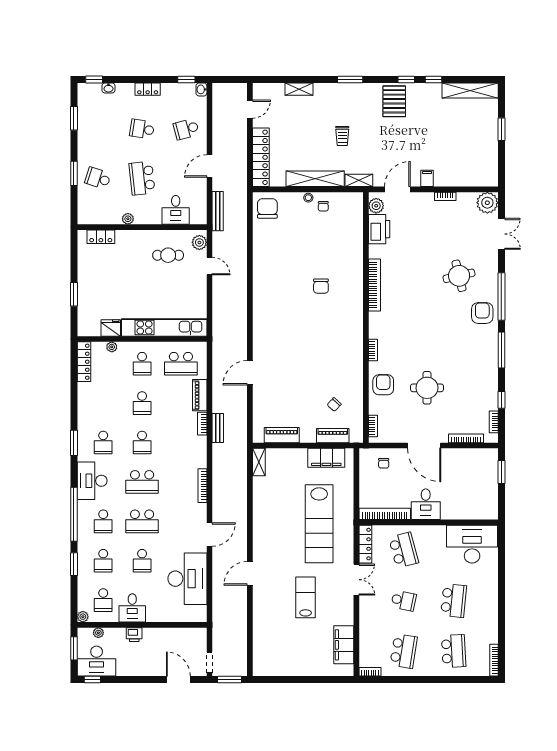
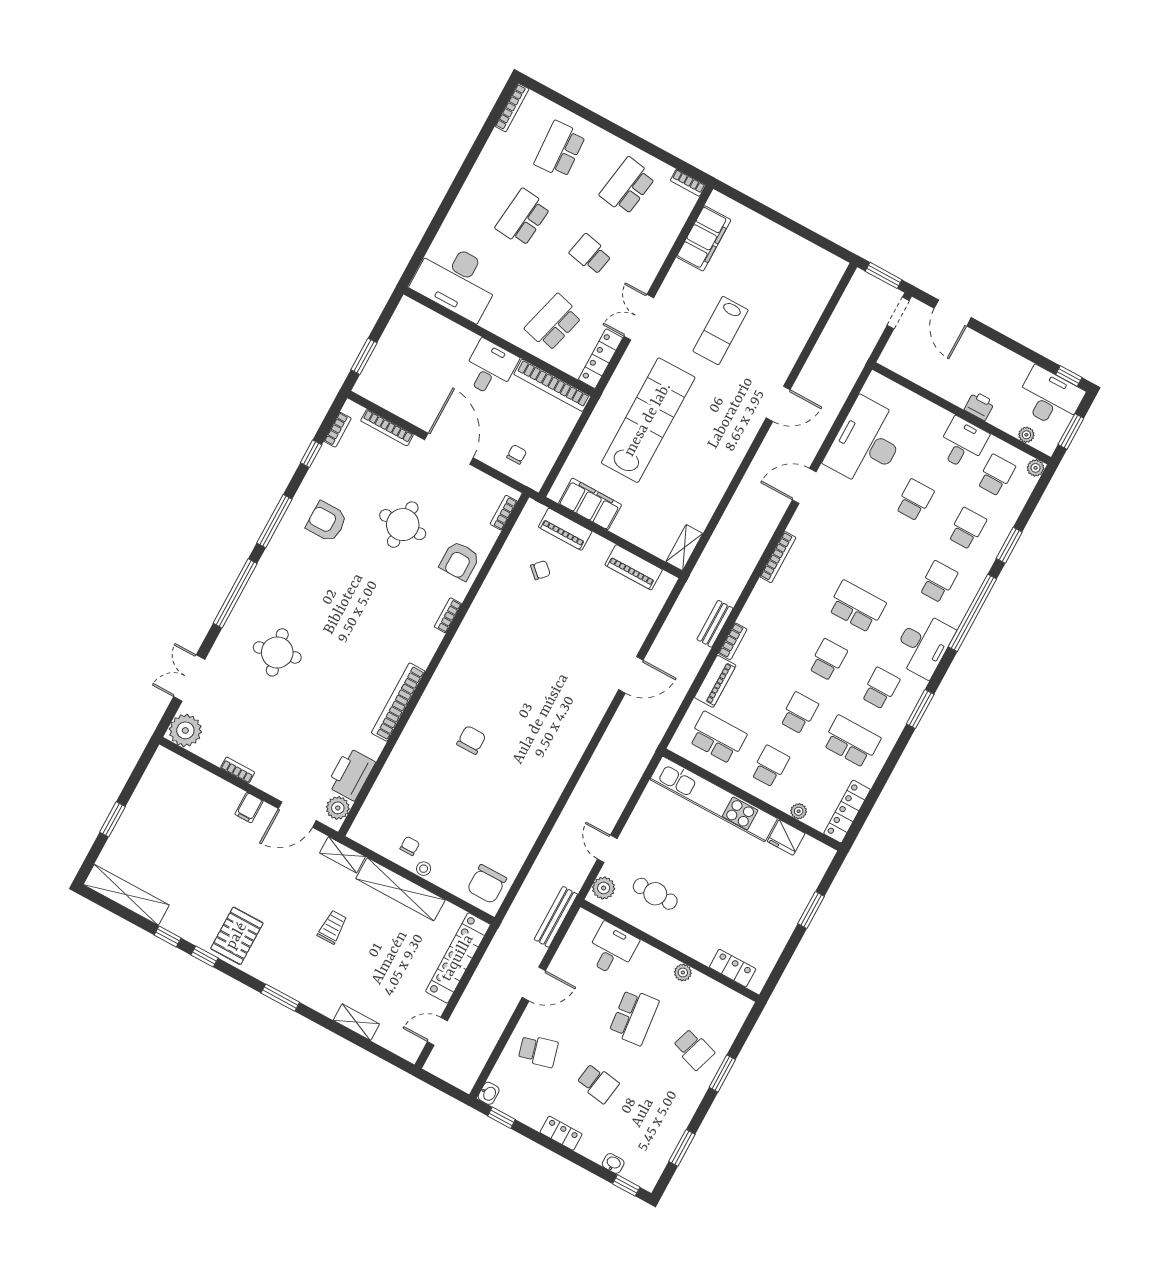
armchair: (482, 313) -> (327, 522), moved, turned 90
school desk: (142, 521) -> (851, 741), moved
school desk: (404, 550) -> (553, 322), turned 30

